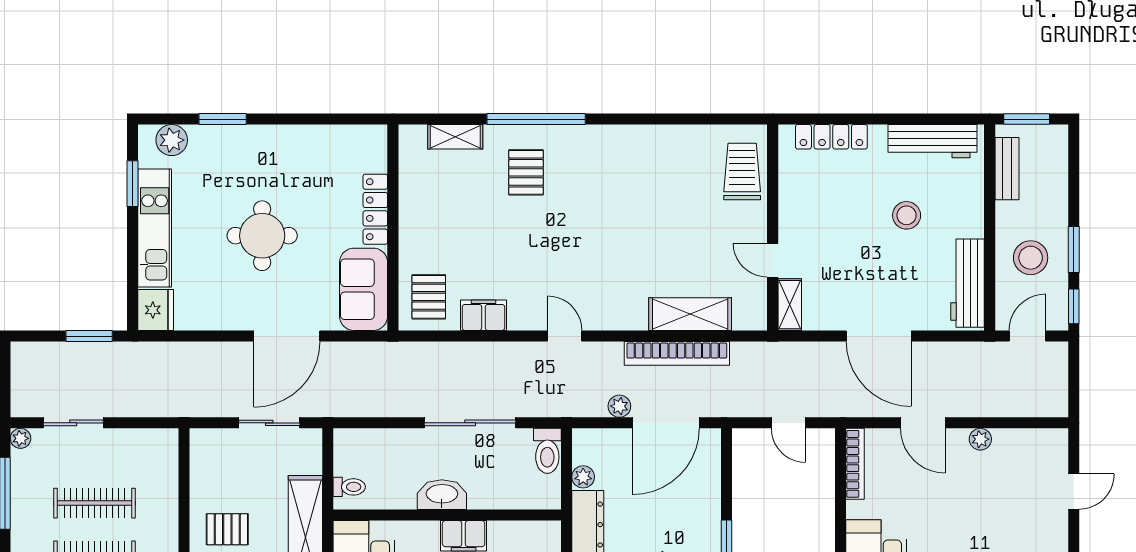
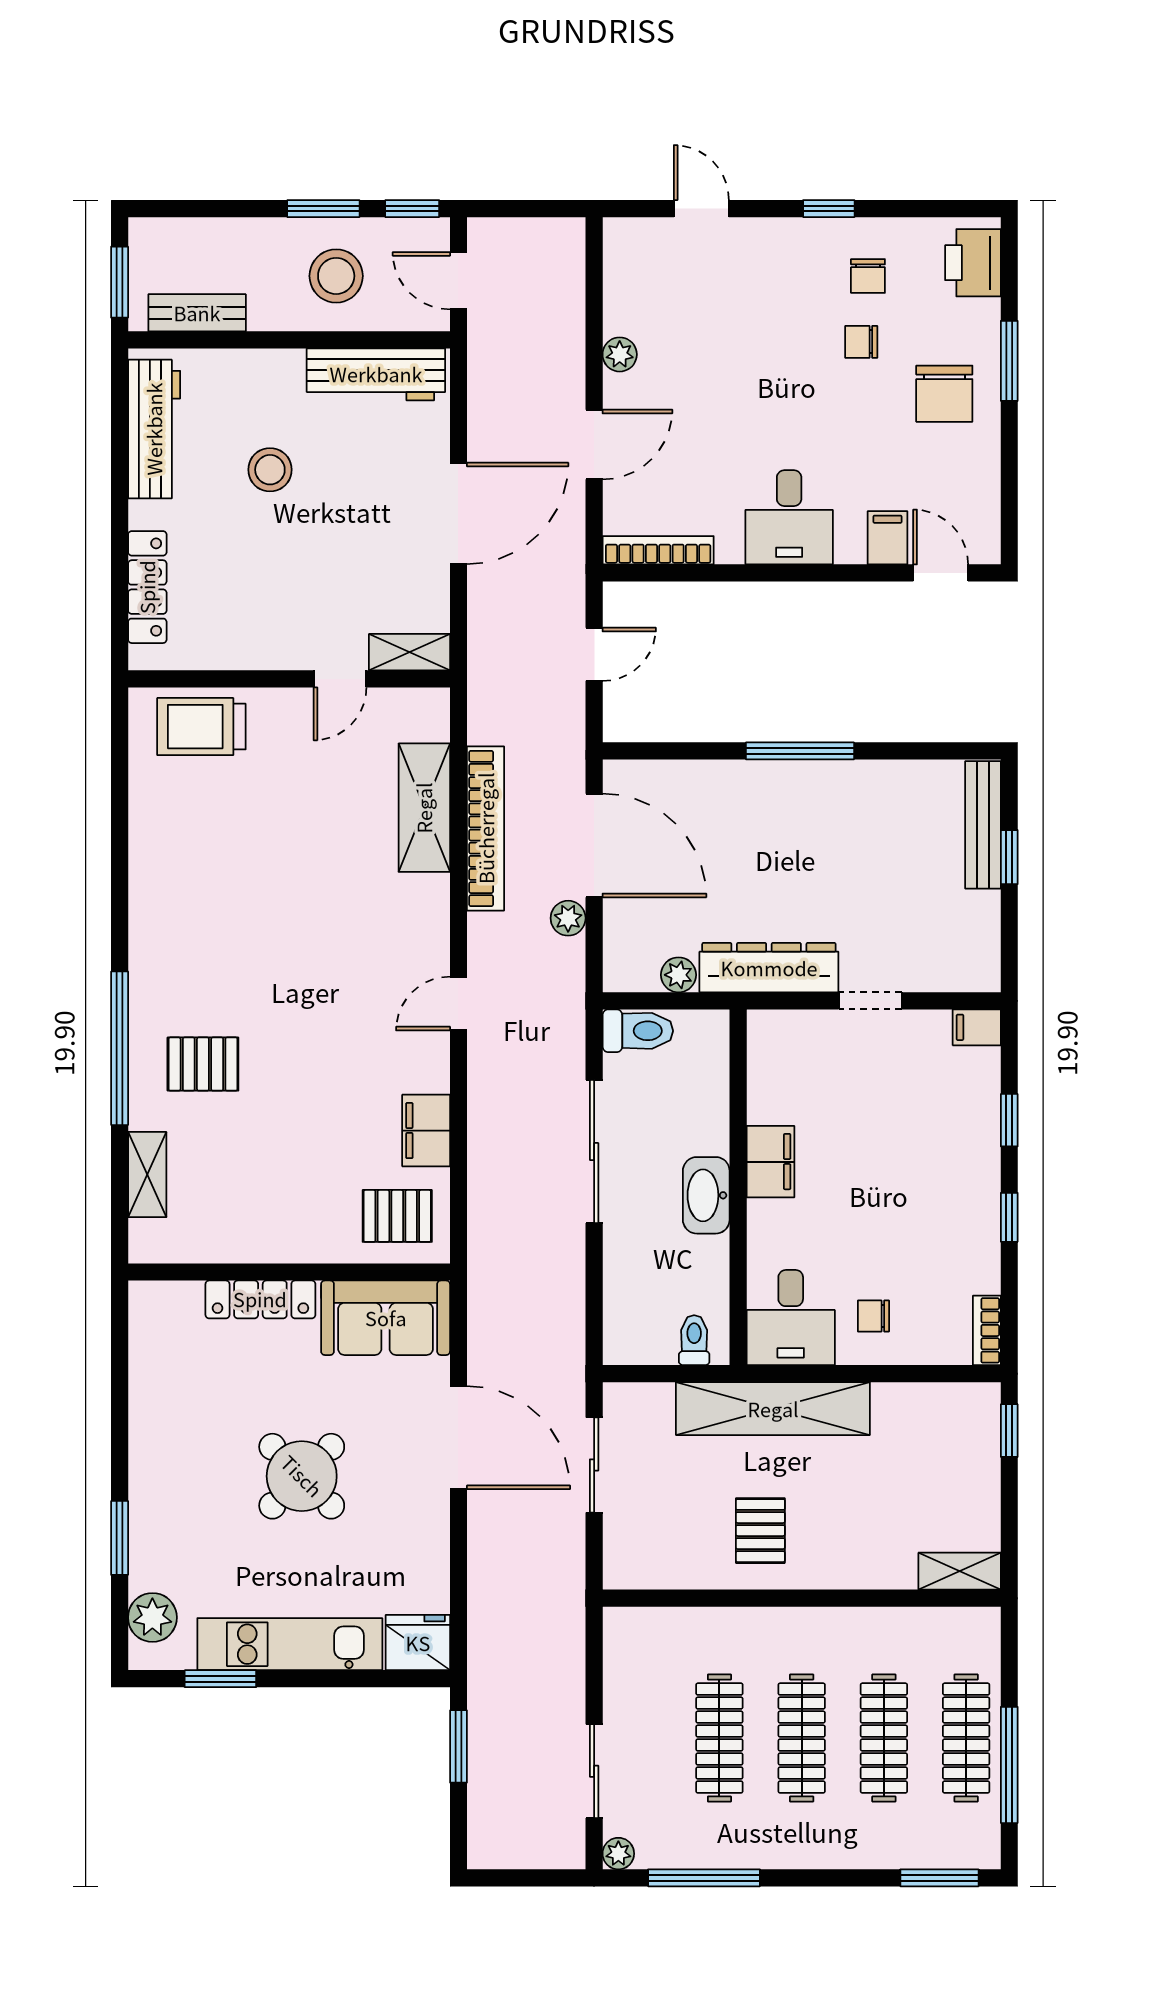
round table: (262, 236) -> (302, 1476), turned 45

